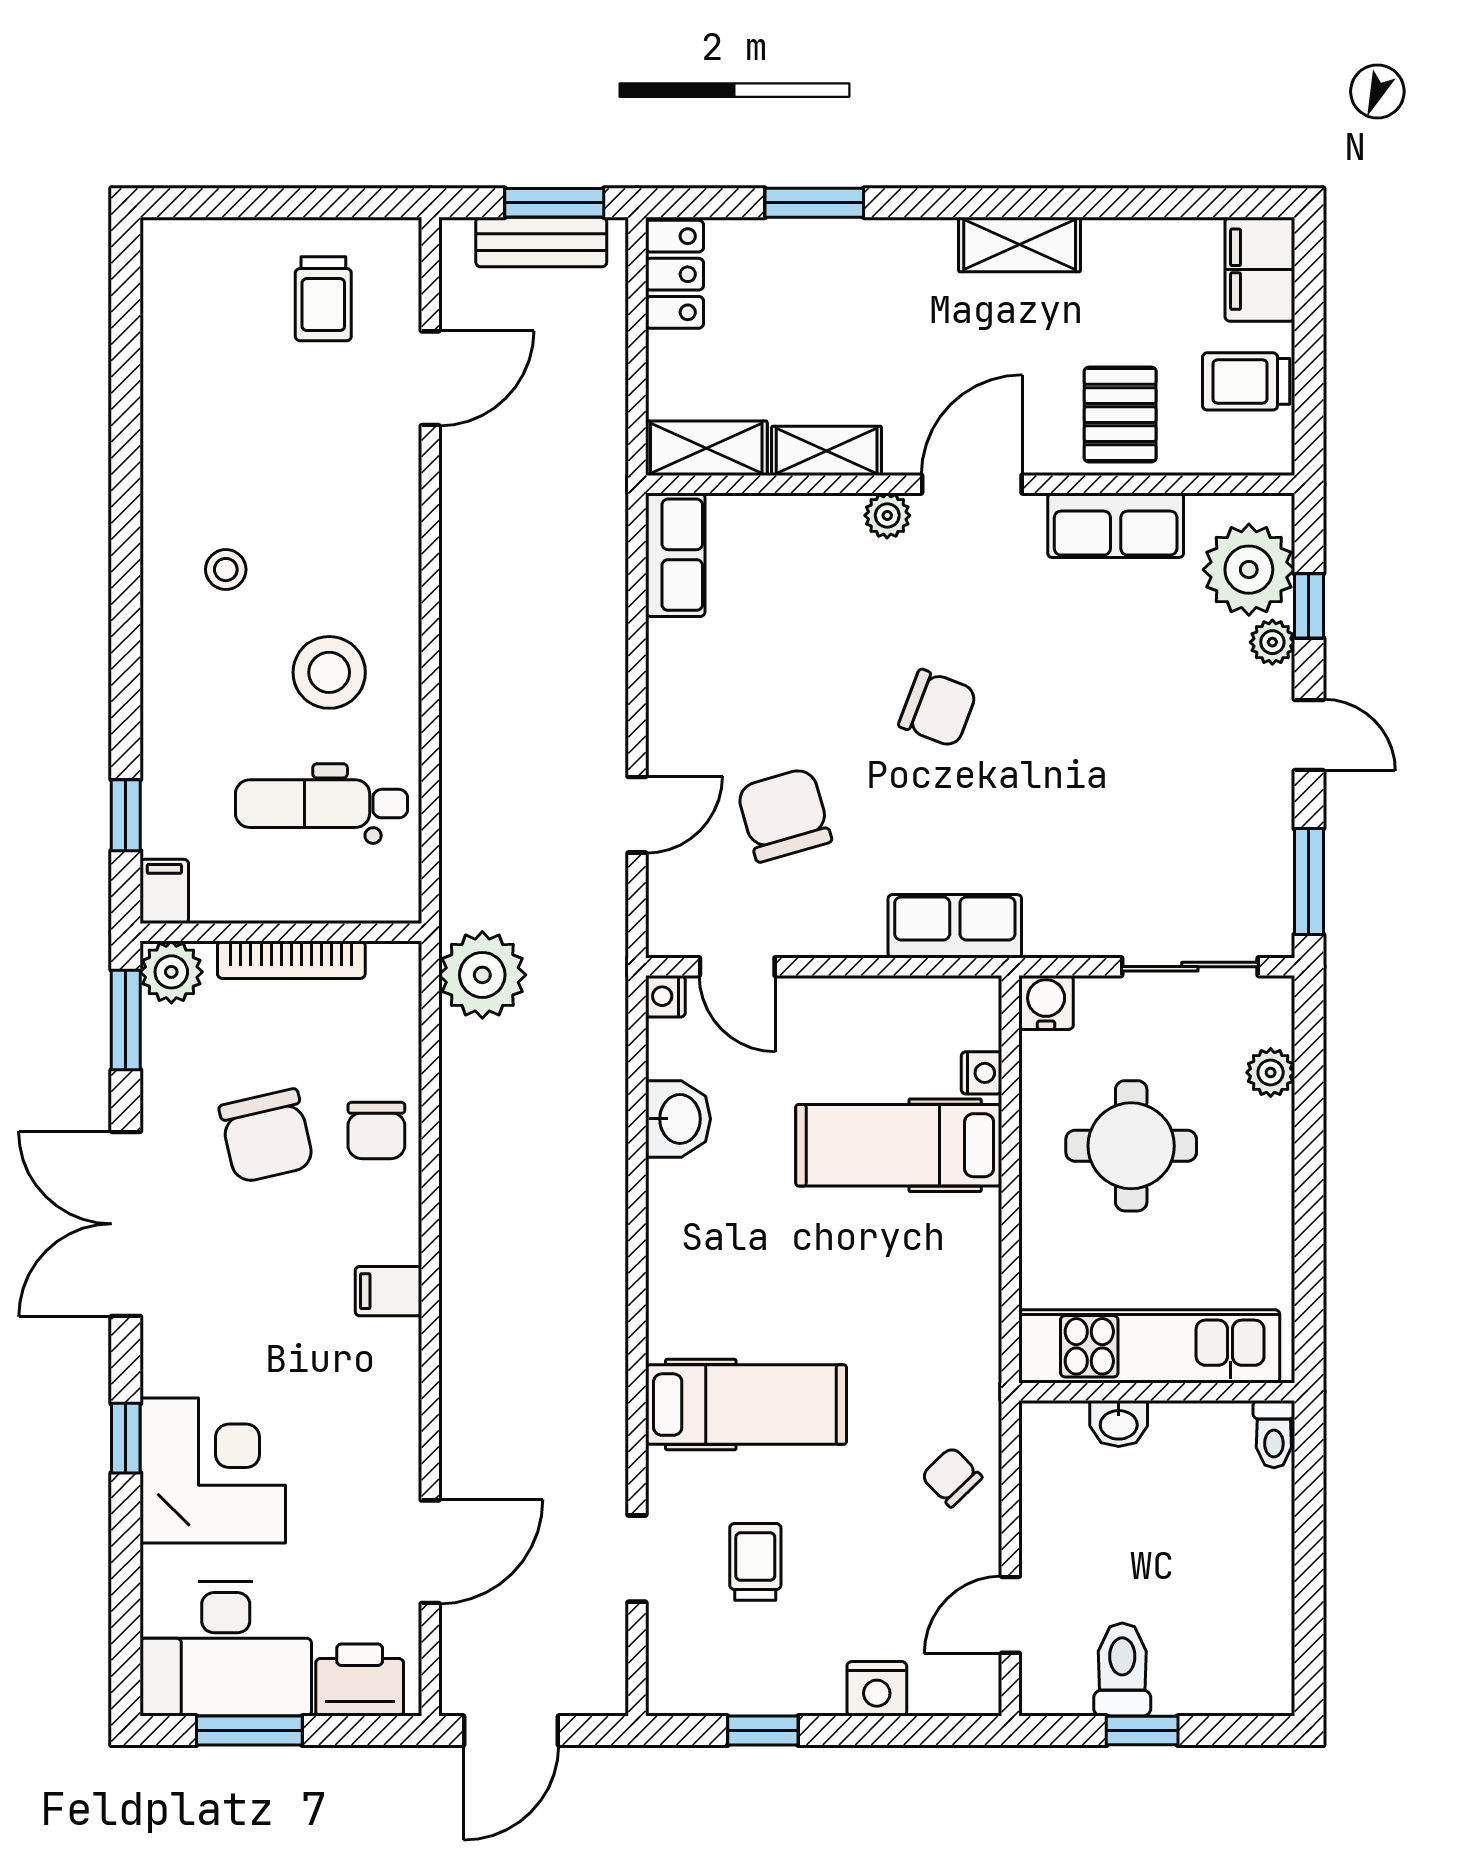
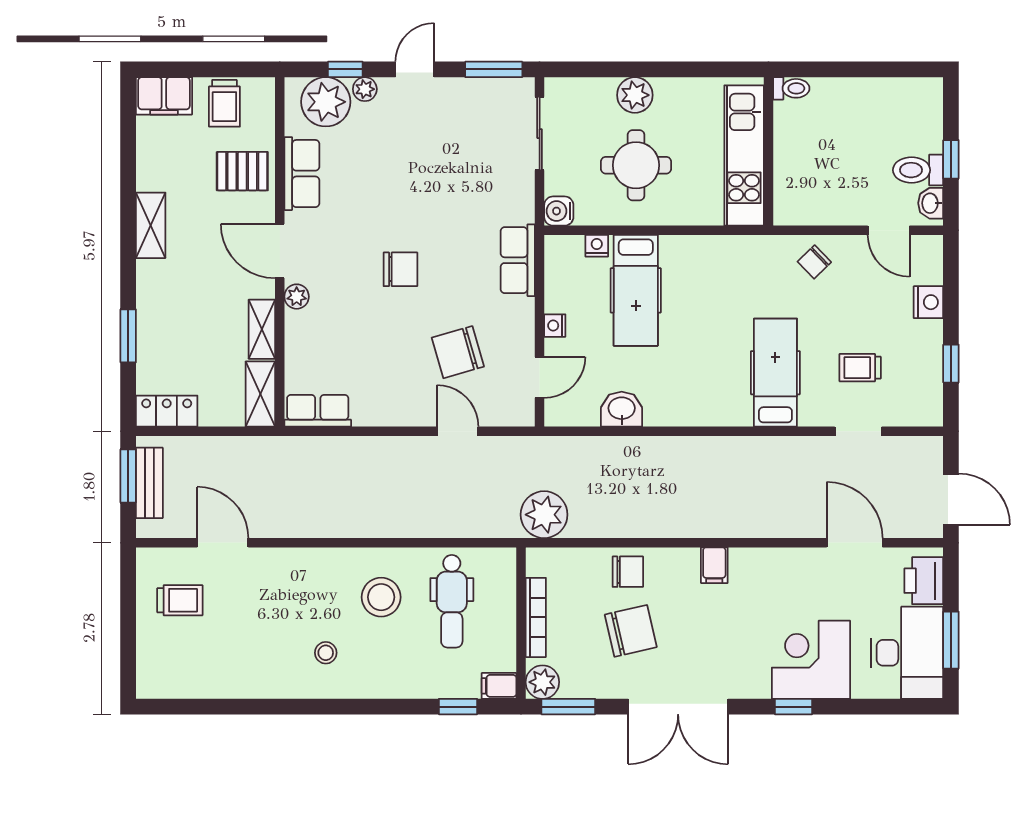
chair: (938, 708) -> (400, 269), turned 69
nightstand: (665, 996) -> (555, 326), moved, turned 90
plant: (1271, 1072) -> (635, 95), moved, width x1.38, depth x1.38
washbasin: (1119, 1423) -> (931, 203), moved, turned 180

